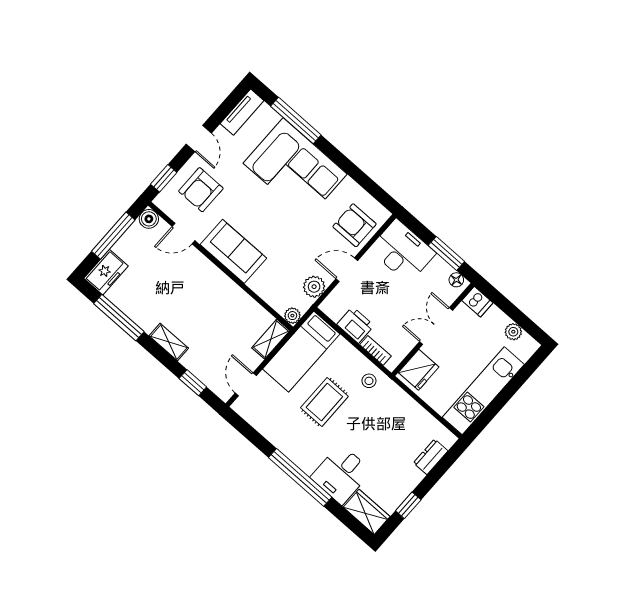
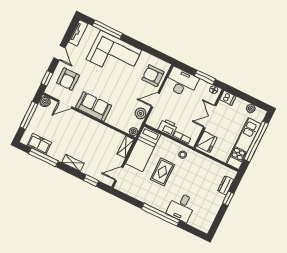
freezer: (106, 272) -> (39, 144), moved, turned -90
door: (246, 384) -> (119, 174), hinge flipped
window: (507, 393) -> (256, 141), added
window: (408, 505) -> (228, 198), moved
wardrobe: (367, 512) -> (200, 223), removed

